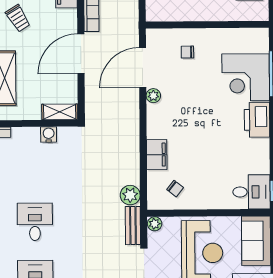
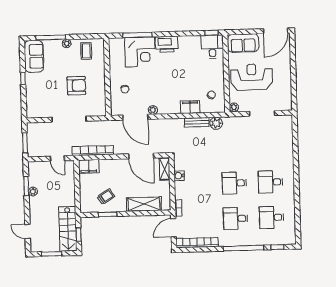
door: (81, 54) -> (141, 156), moved
bench: (133, 226) -> (197, 122), moved

